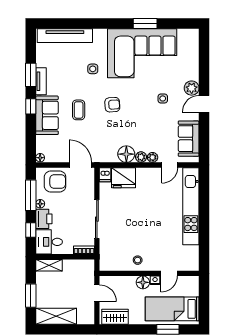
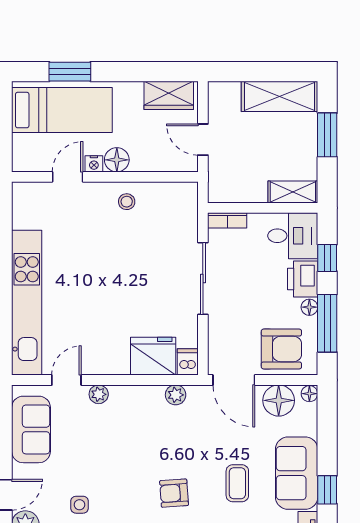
floor lamp: (126, 154) -> (279, 400), moved
plant: (141, 157) -> (176, 395), moved
armchair: (55, 182) -> (281, 349), turned 180

